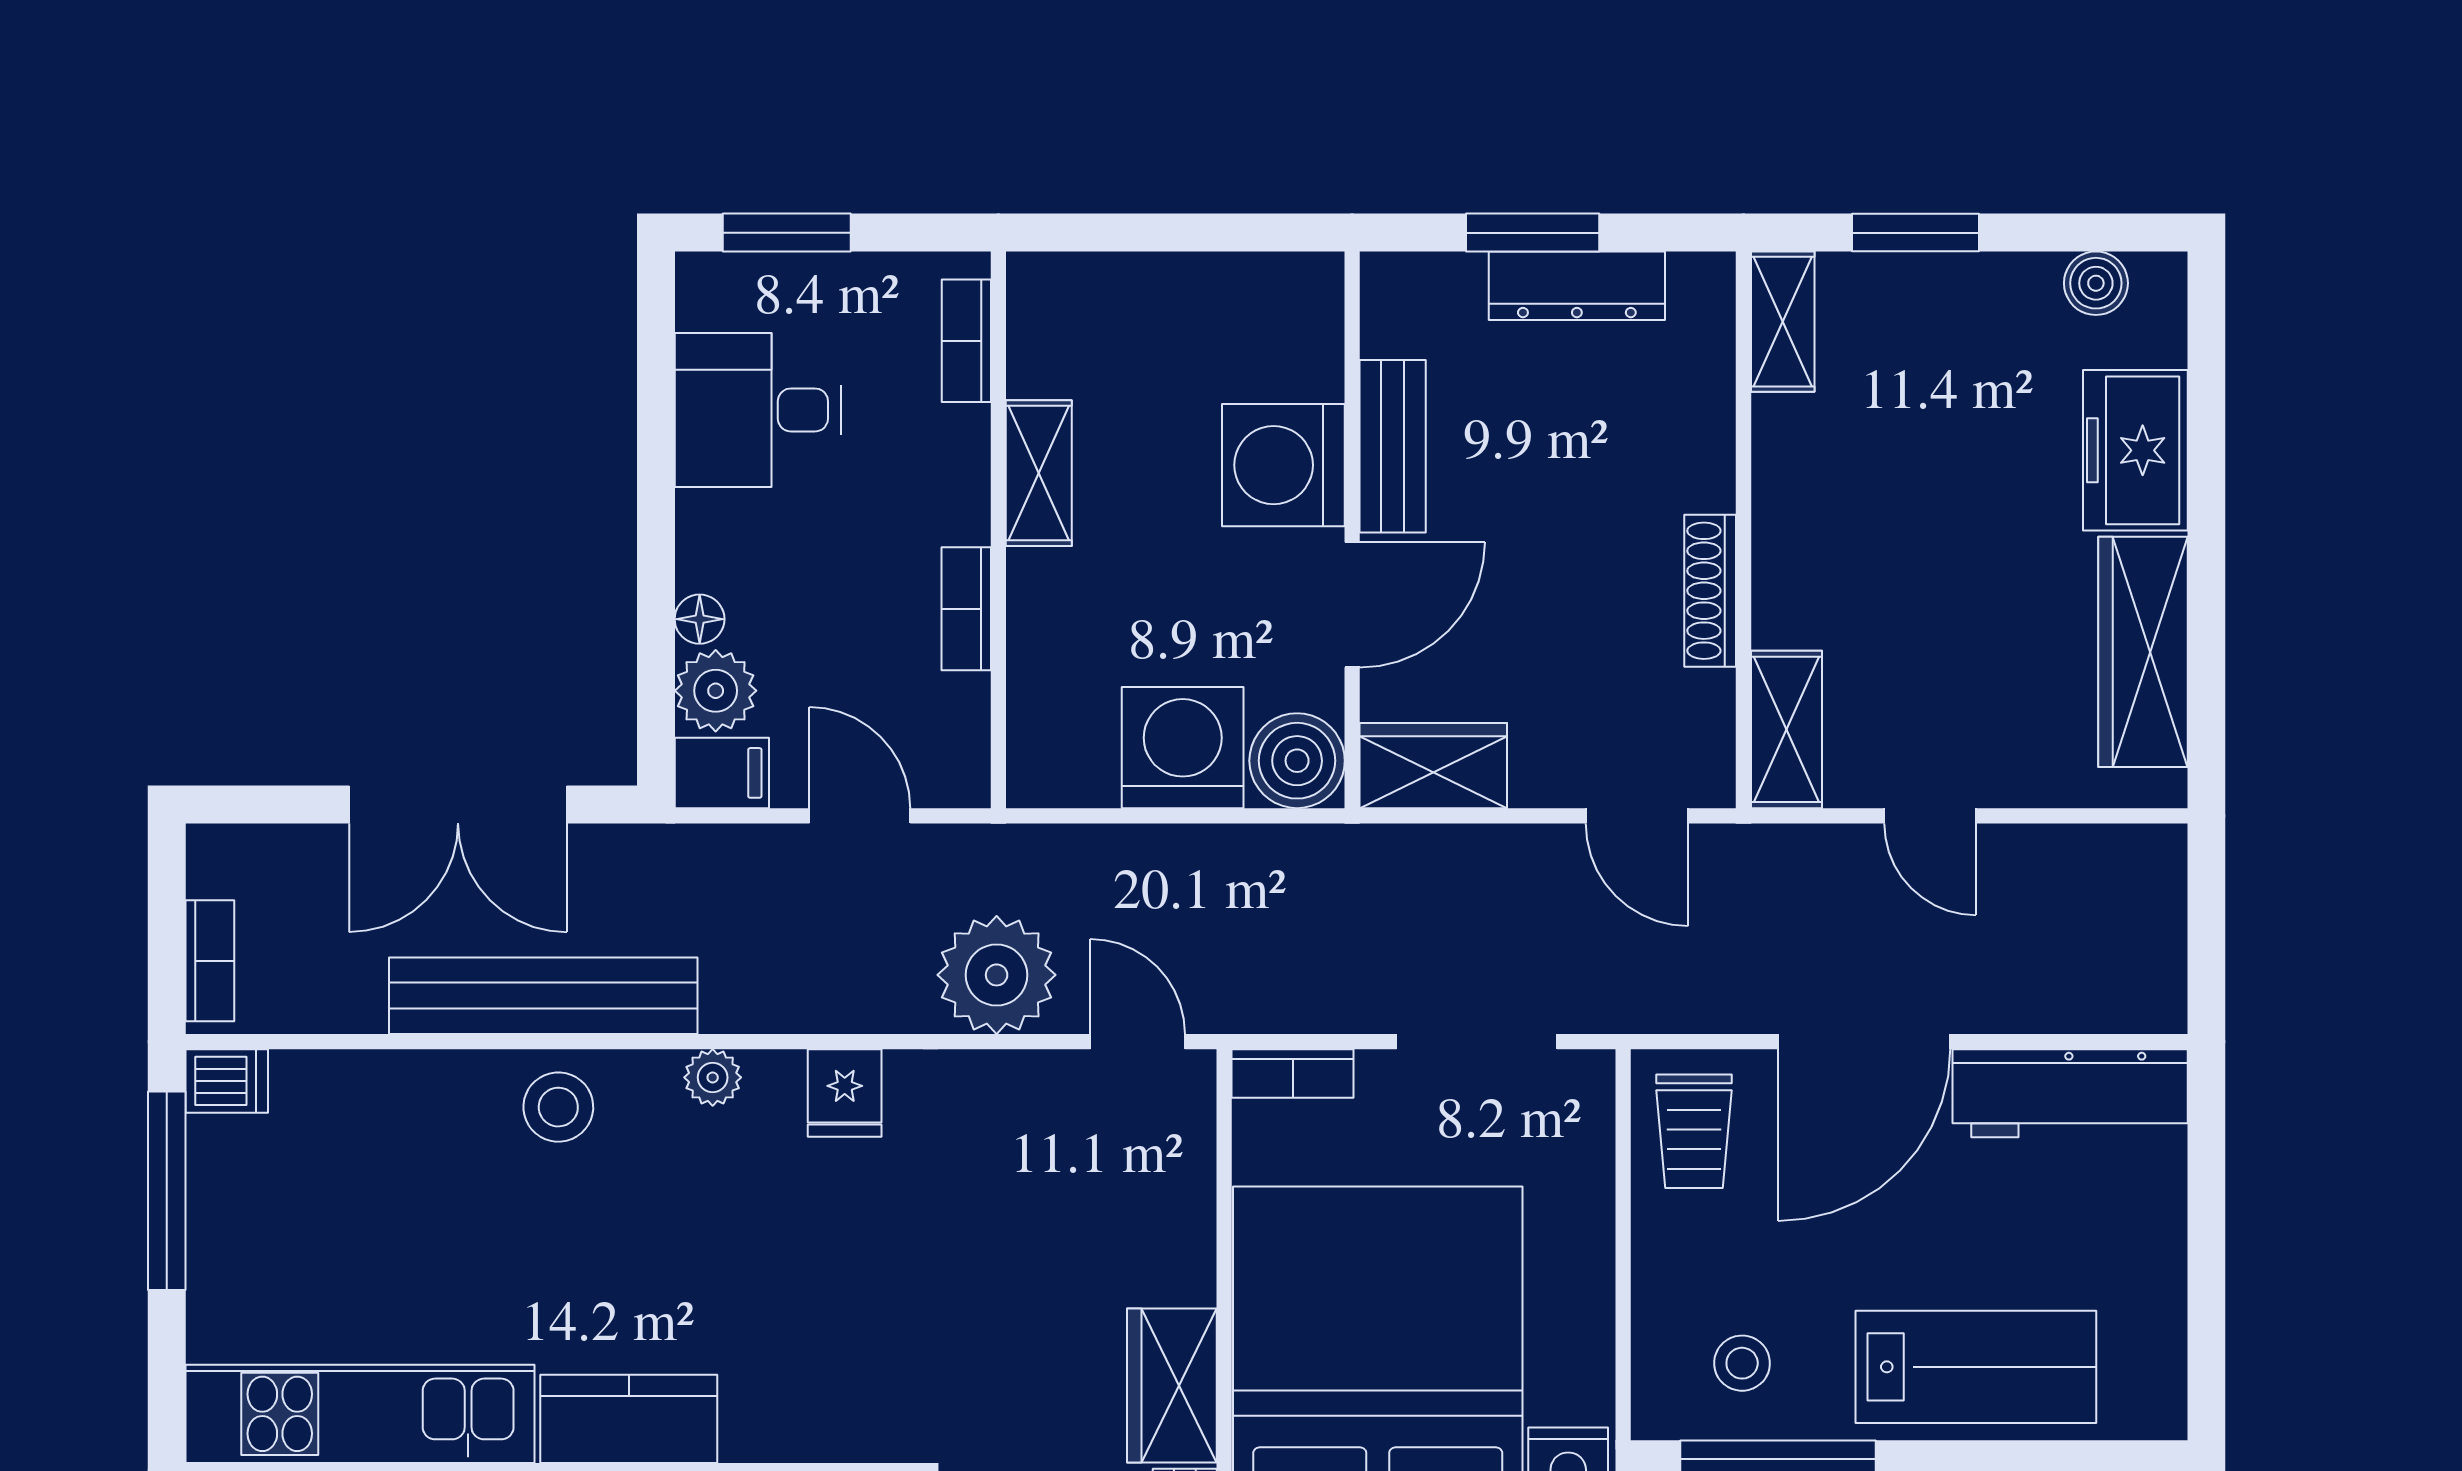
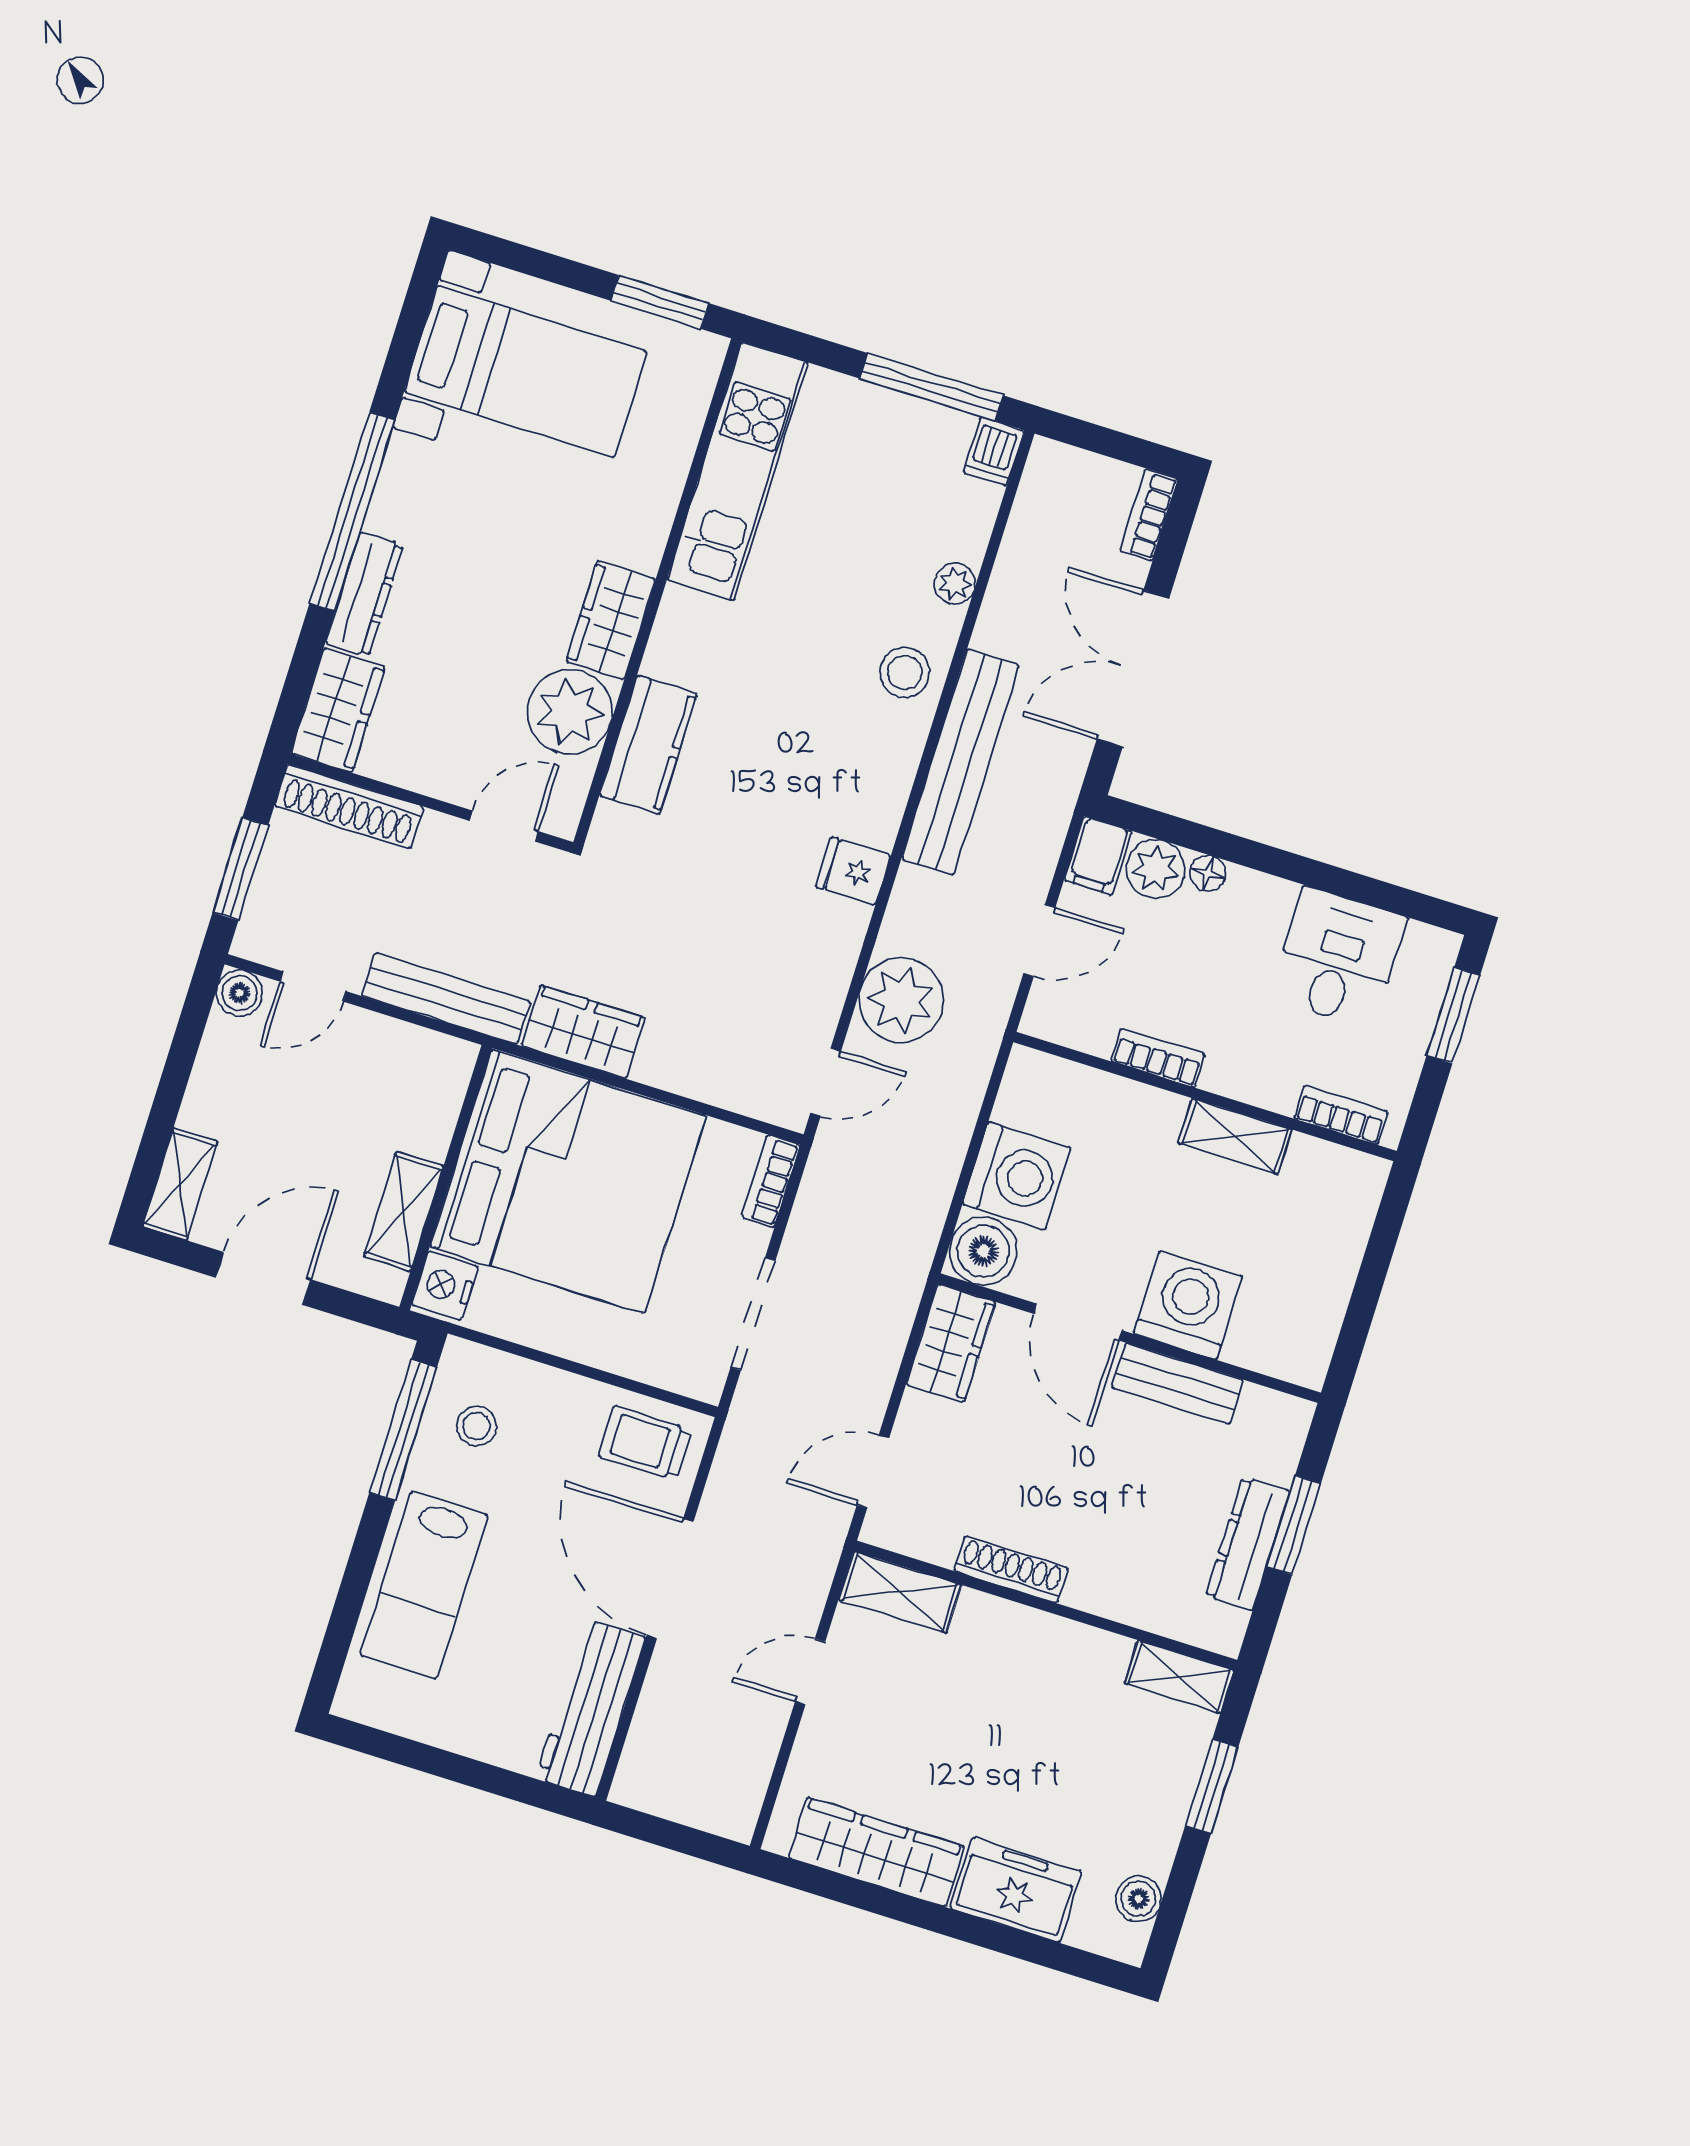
bookcase: (210, 961) -> (1149, 515), moved, turned 90
bench: (543, 996) -> (960, 762), moved
plant: (713, 1077) -> (955, 583), moved
kitchen counter: (629, 1419) -> (648, 745), moved

